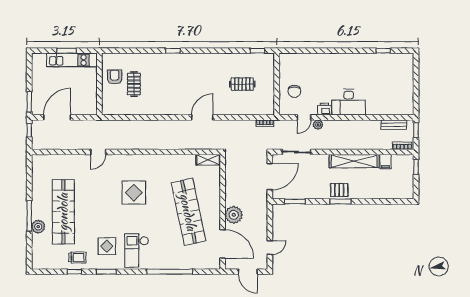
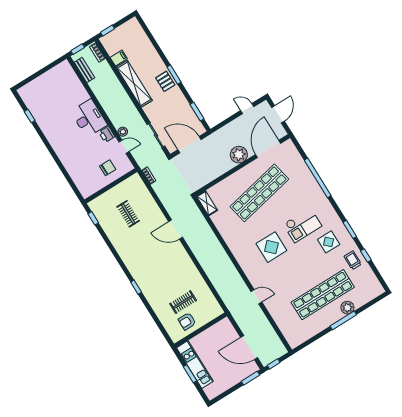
checkout: (137, 251) -> (303, 225), moved

